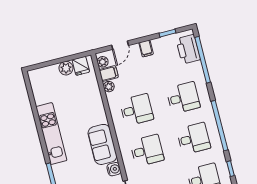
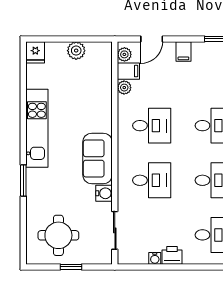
fridge: (81, 66) -> (35, 52), moved

